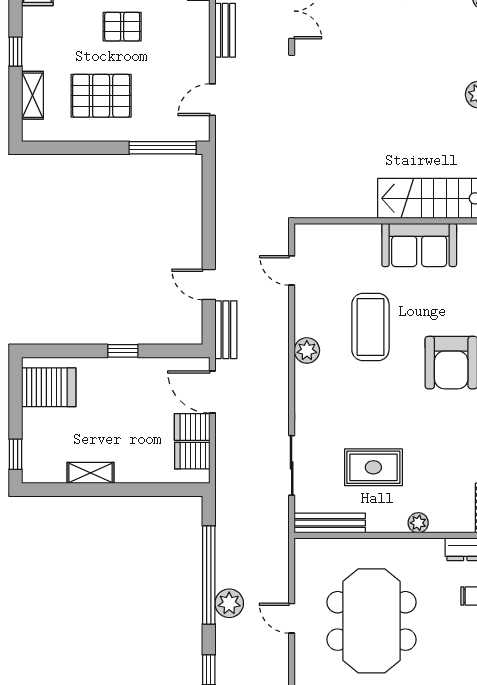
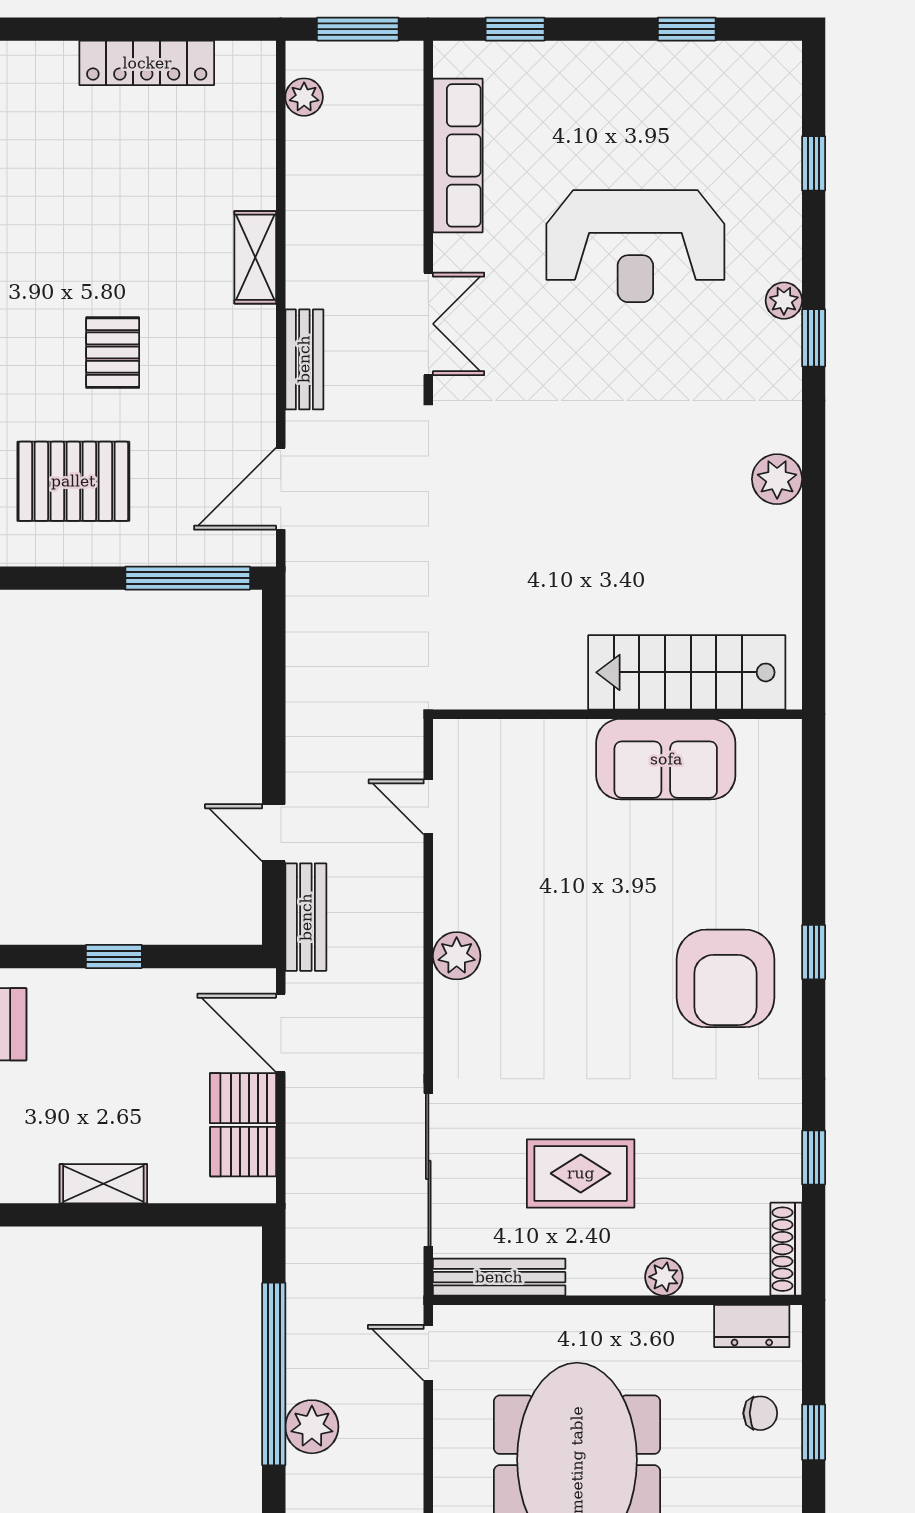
pallet: (122, 27) -> (113, 353), turned 90
door: (212, 100) -> (281, 489), width x1.38
coffee table: (370, 327) -> (575, 912), removed
sliding door: (292, 465) -> (428, 1170), width x1.37
shelving: (90, 473) -> (103, 1184), moved
door: (292, 618) -> (428, 1353), moved

